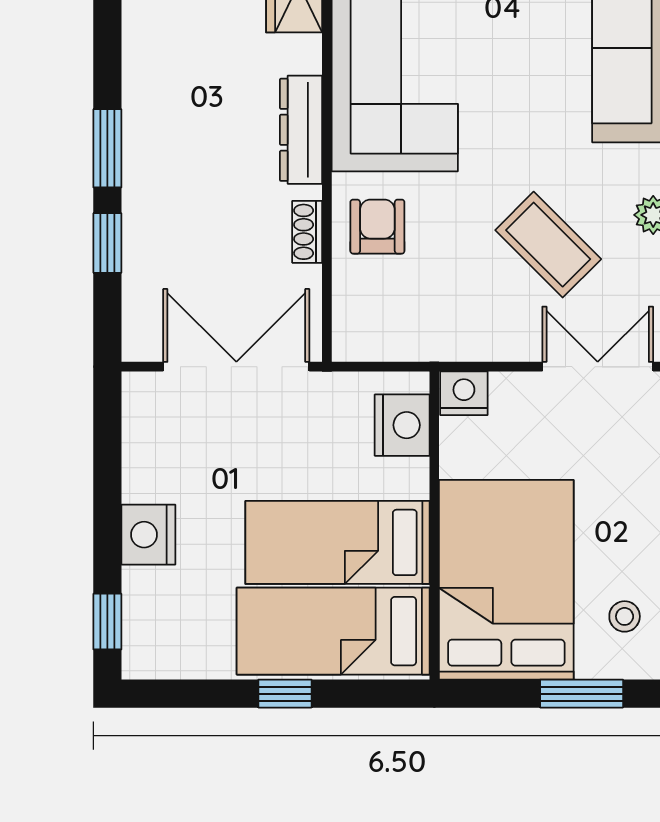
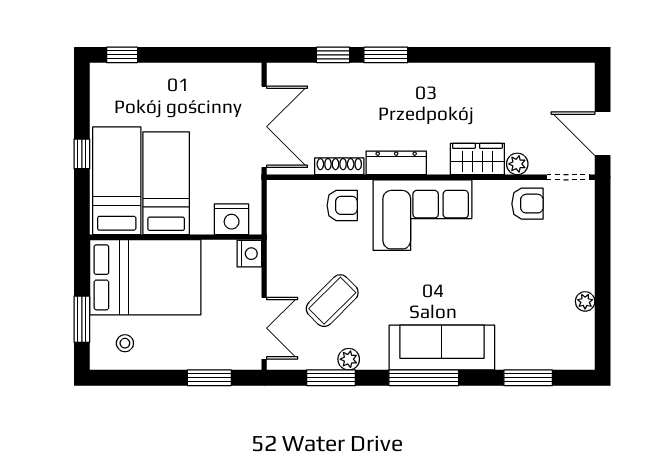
shoe rack: (307, 232) -> (339, 166), width x1.43
nightstand: (148, 535) -> (170, 78), removed

